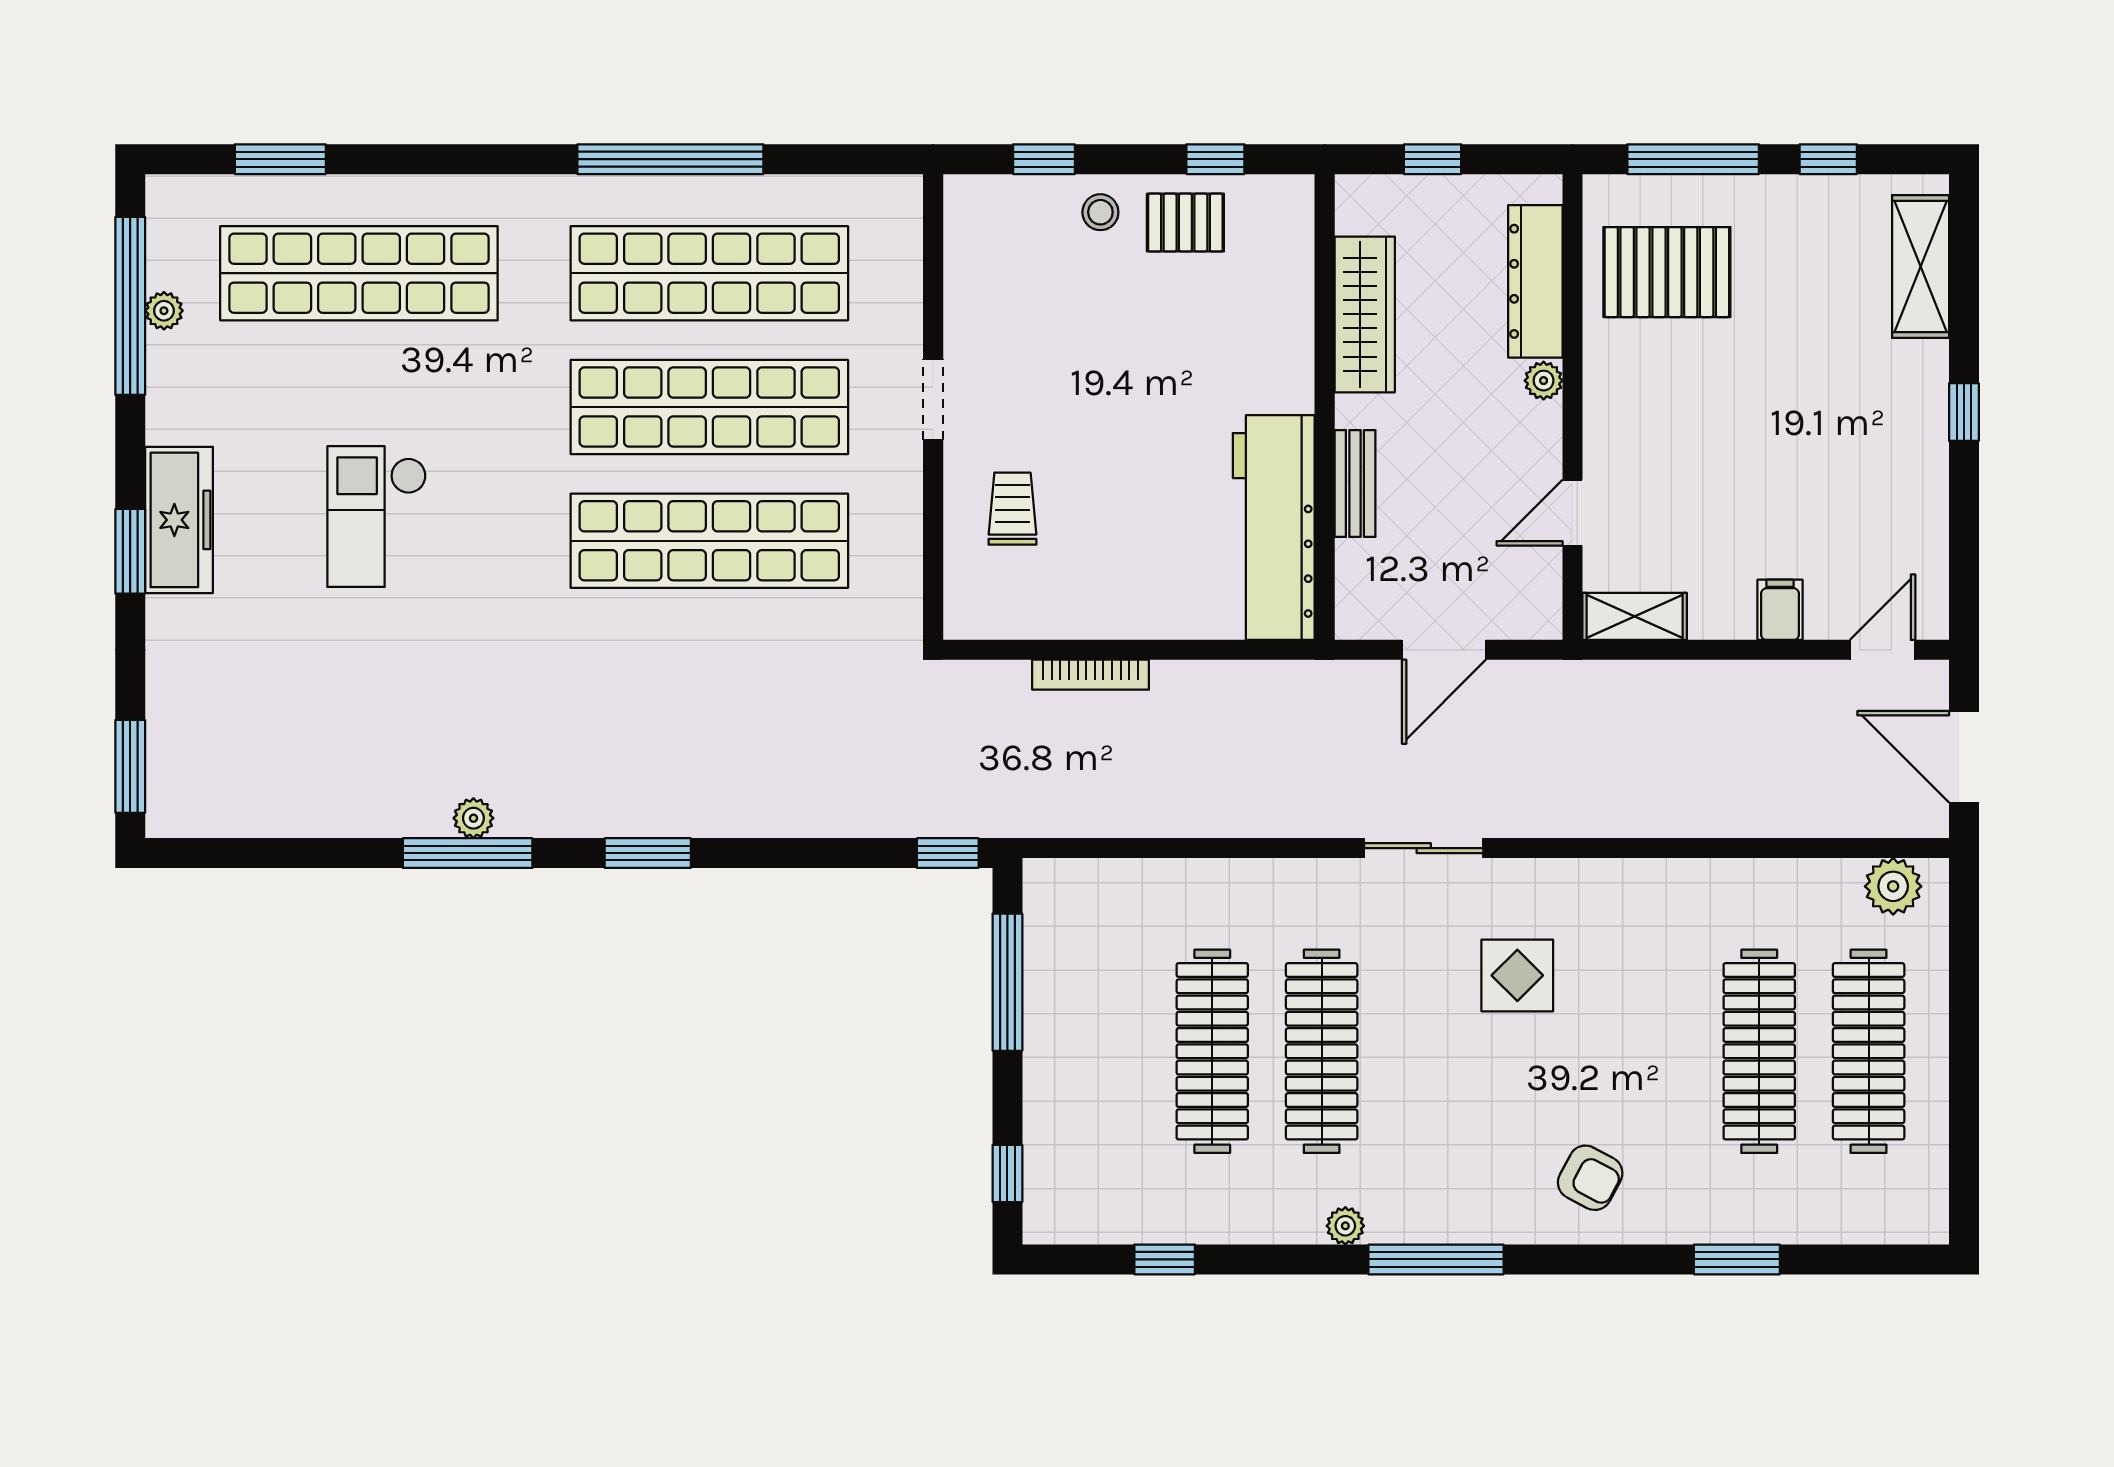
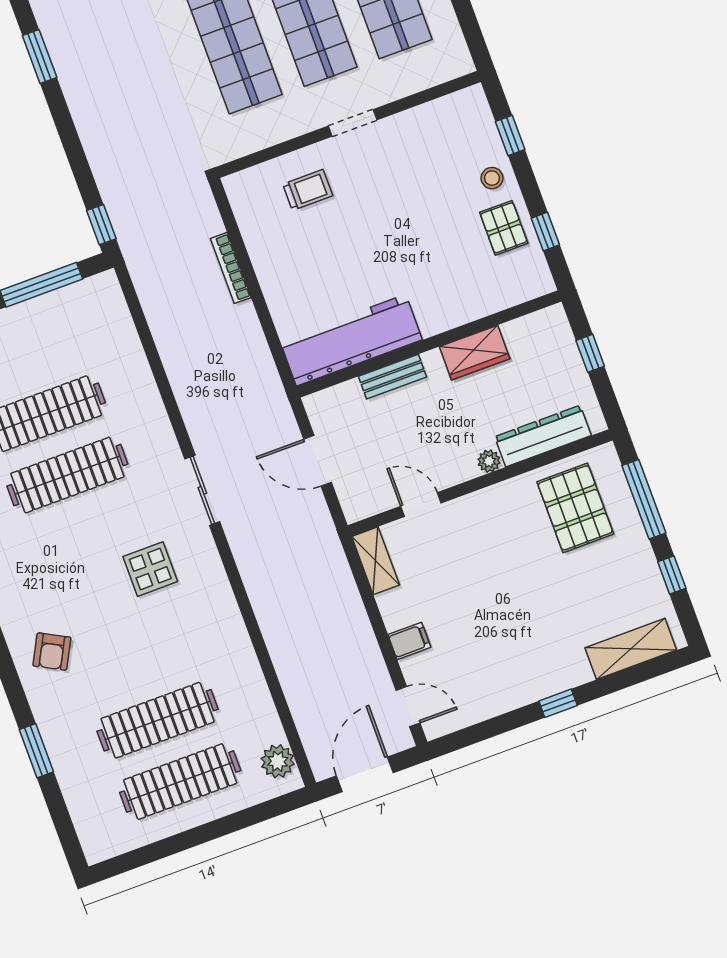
wardrobe: (1365, 314) -> (475, 353), width x0.67

